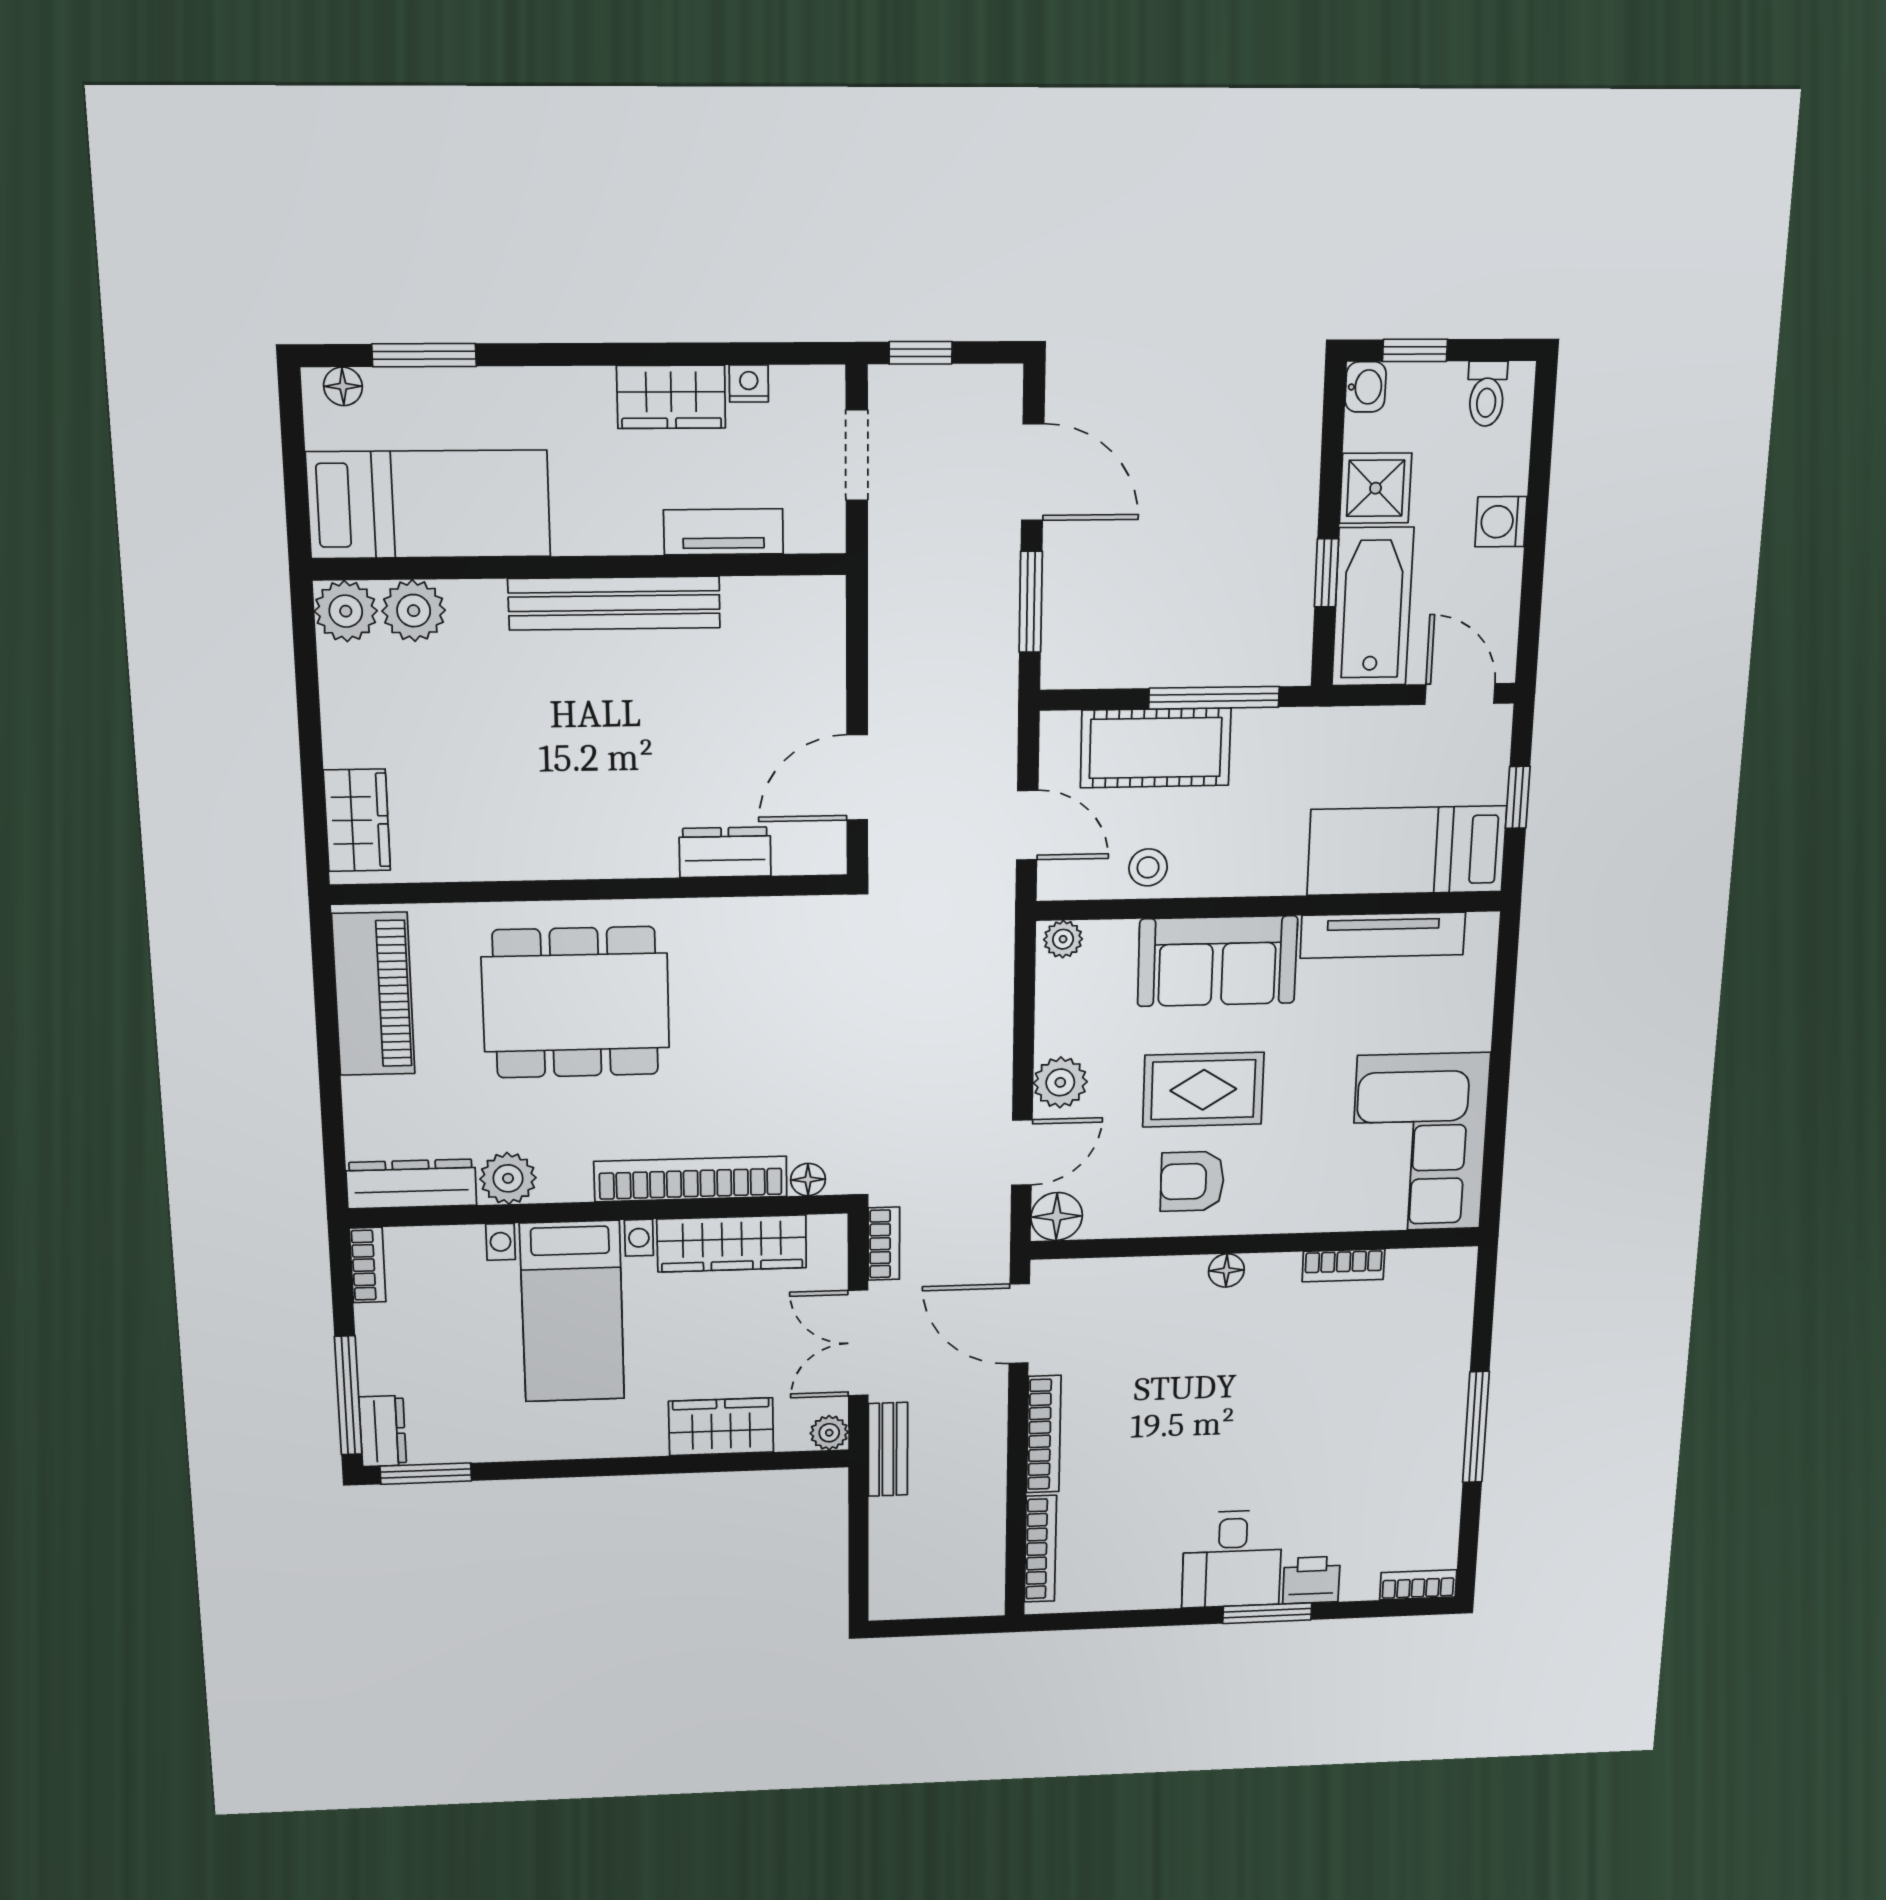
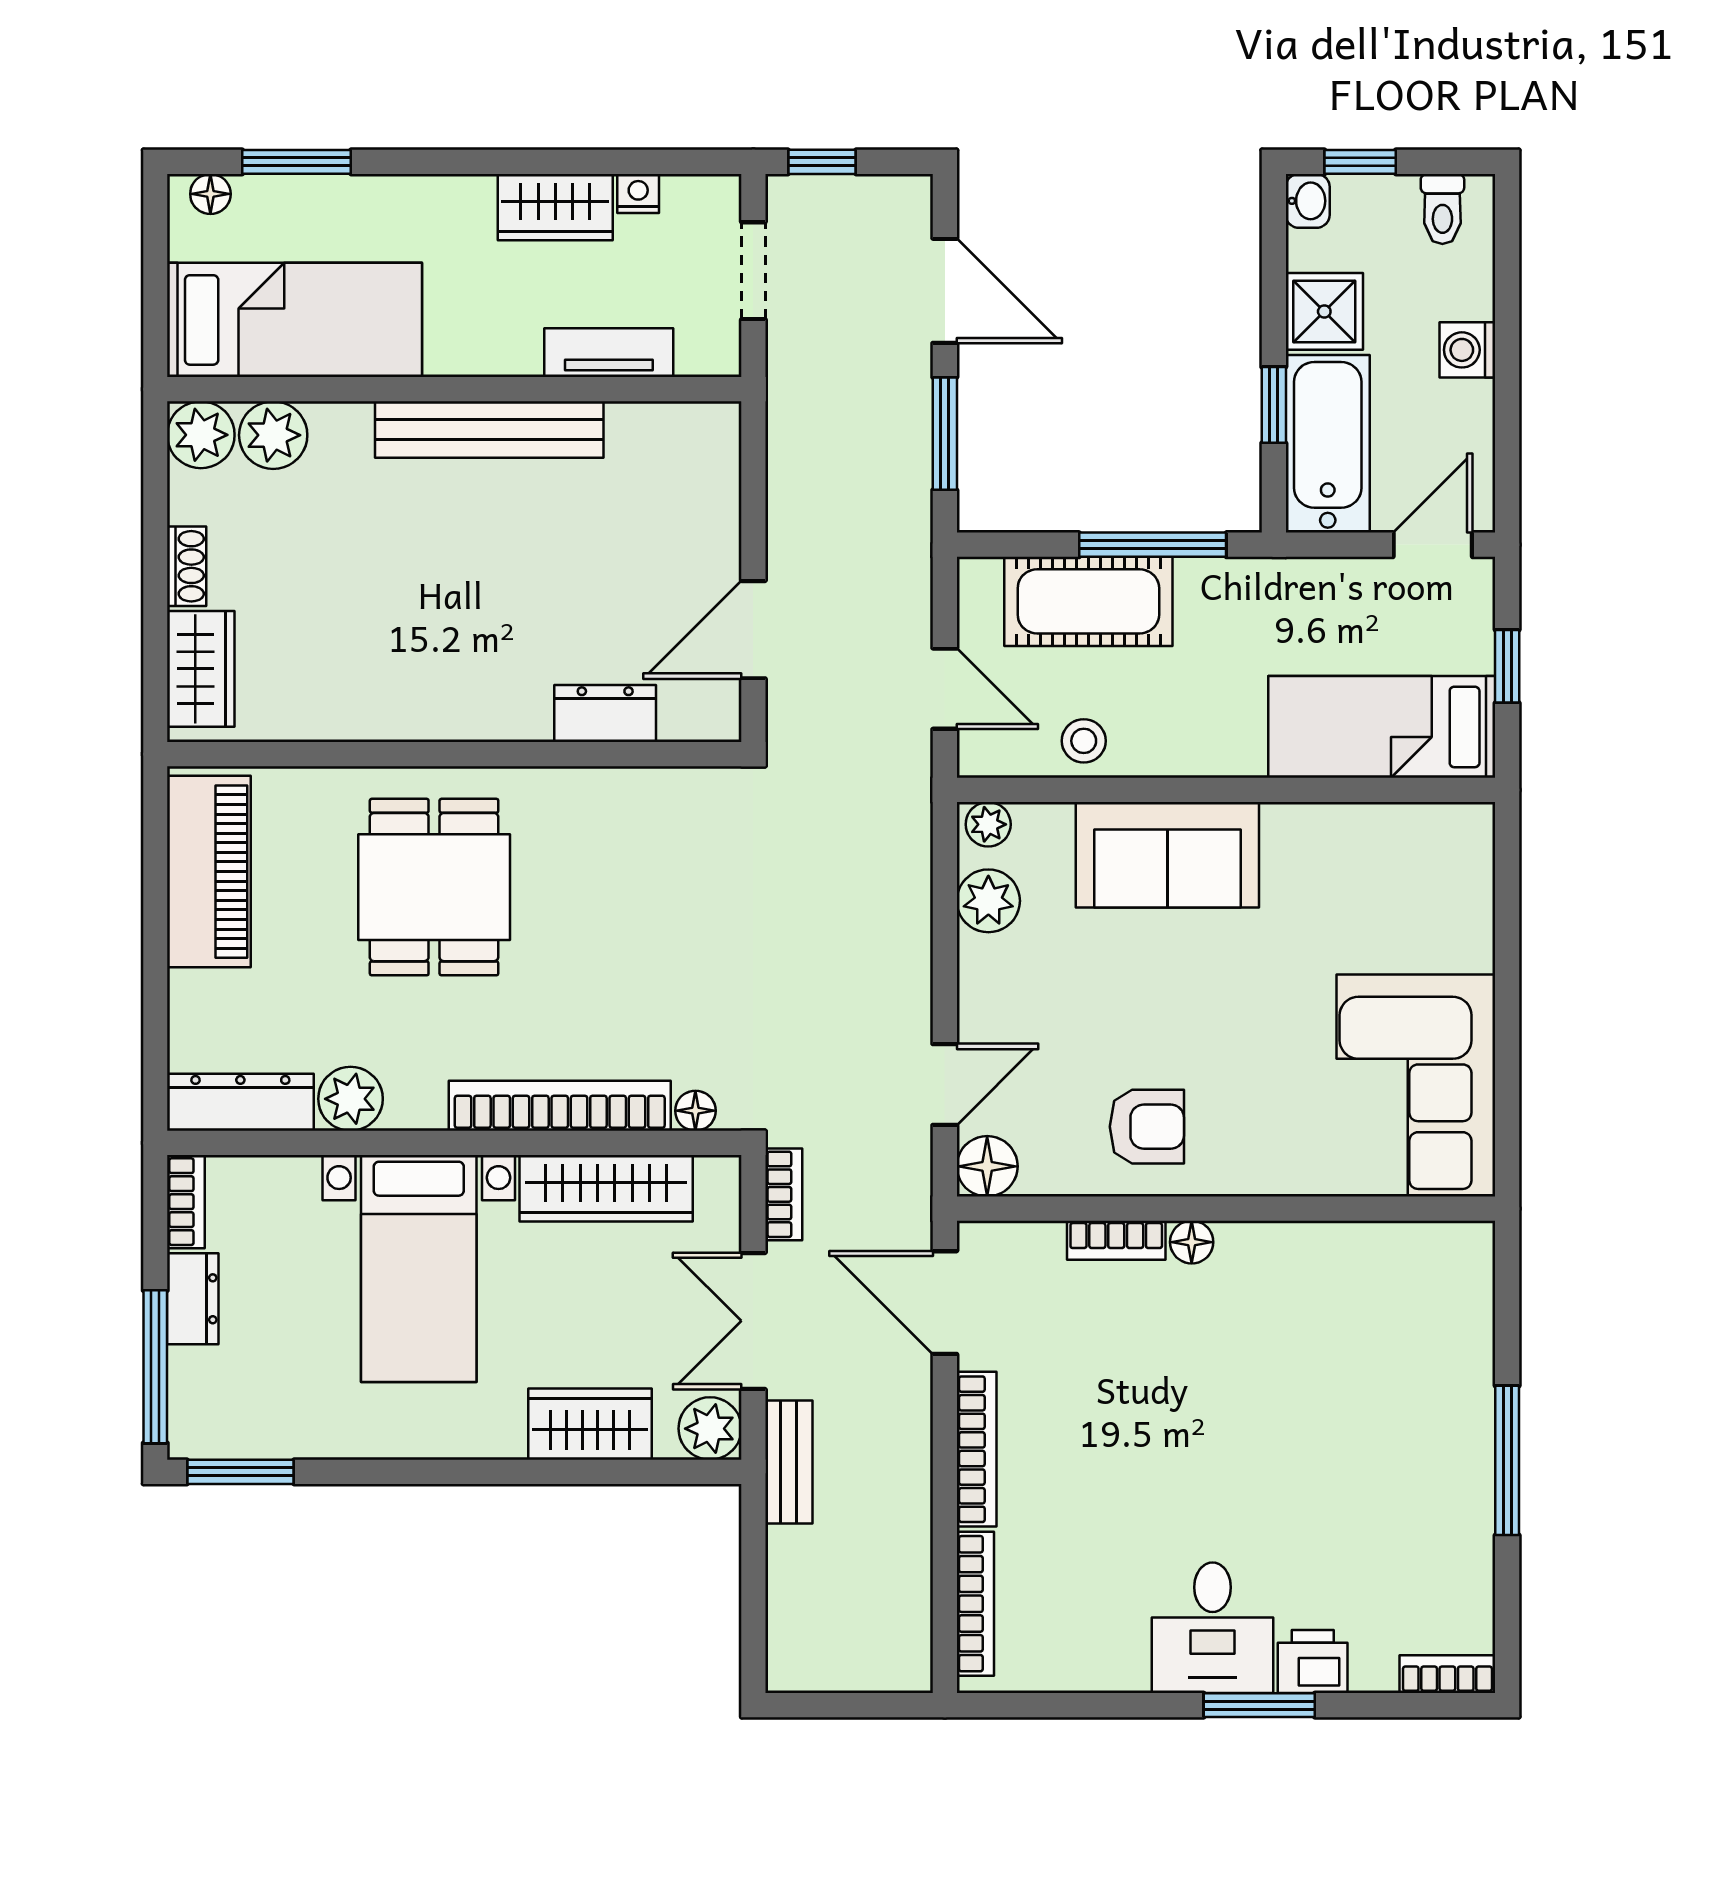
door: (1460, 694) -> (1433, 545), hinge flipped
shoe rack: (339, 730) -> (187, 566), added
tv unit: (1383, 935) -> (1359, 828), removed
dining table: (576, 1002) -> (434, 887), width x0.73
plant: (1060, 1082) -> (988, 901), moved
rug: (1203, 1090) -> (1156, 1012), removed
armchair: (1192, 1181) -> (1147, 1127), turned 180
bookcase: (1343, 1265) -> (1116, 1240), moved
dresser: (383, 1431) -> (193, 1299), moved
plant: (829, 1433) -> (710, 1429), width x1.38, depth x1.38

